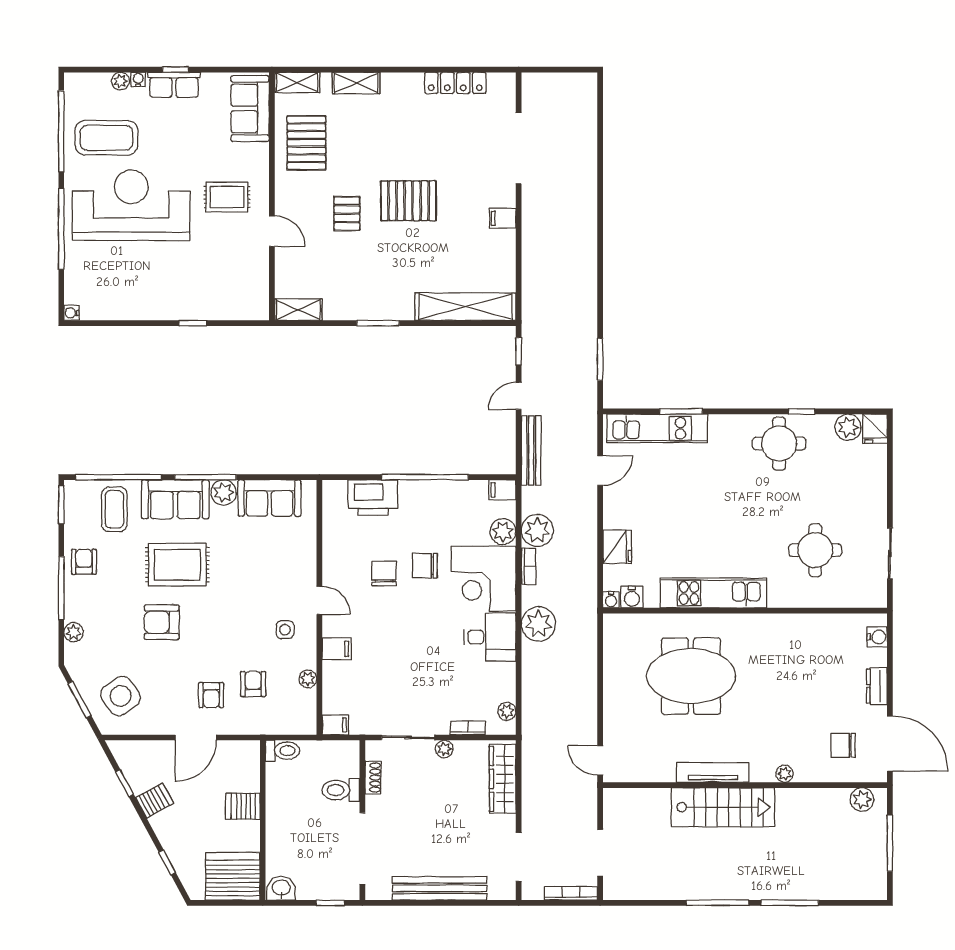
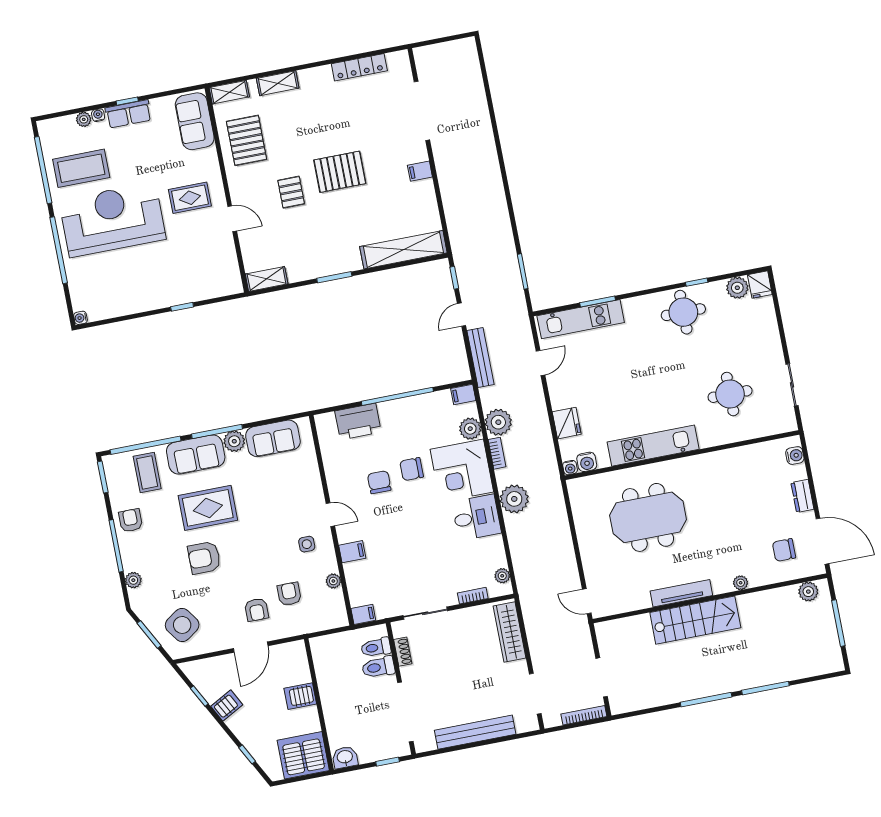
plant: (444, 749) -> (457, 617), removed
toilet: (283, 751) -> (376, 647), moved, turned 180

